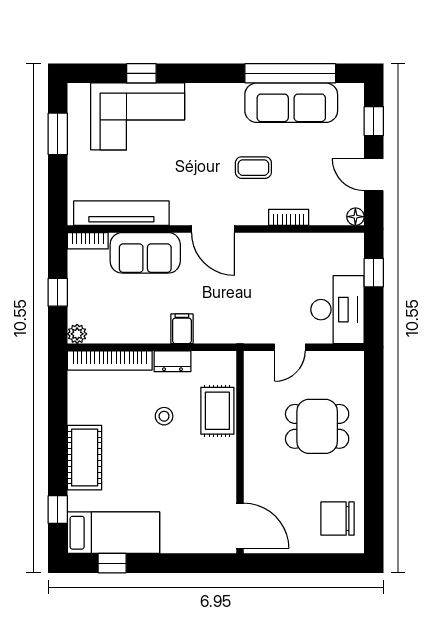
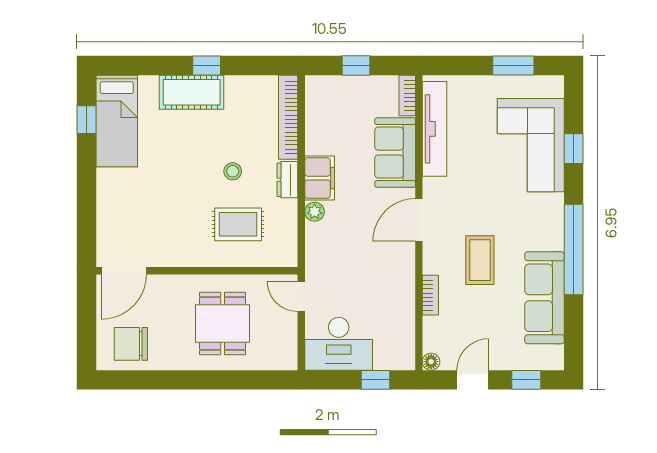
window: (290, 73) -> (574, 249), moved
coffee table: (253, 168) -> (480, 260), width x1.36, depth x1.30
filing cabinet: (182, 329) -> (320, 178), width x2.00
plant: (77, 334) -> (315, 212), moved
wall: (240, 452) -> (197, 271), moved
window: (58, 509) -> (207, 66), moved
chair: (338, 519) -> (131, 344), turned -90
door: (240, 526) -> (124, 271), moved

